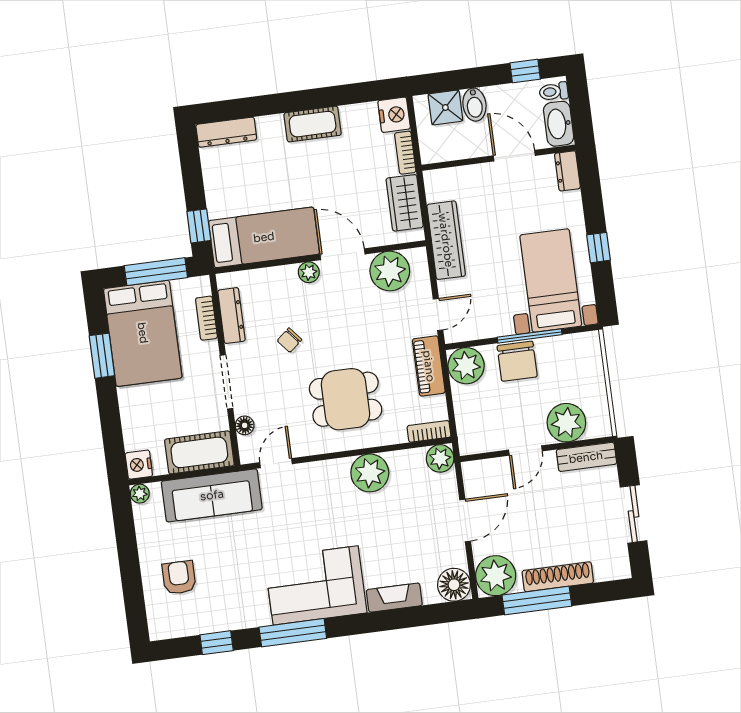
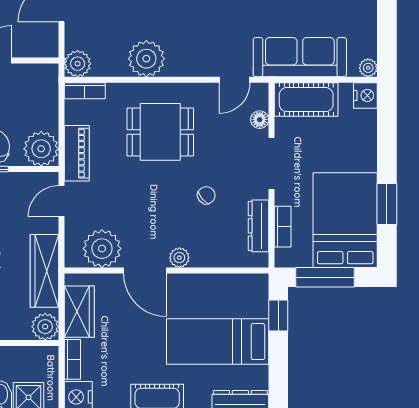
plant: (438, 183) -> (45, 327), added
bed: (264, 237) -> (218, 342), moved

